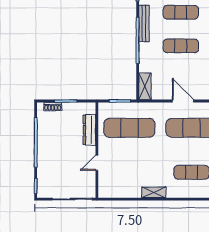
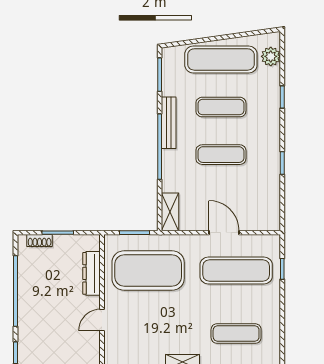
exercise mat: (129, 128) -> (148, 271), width x1.47

